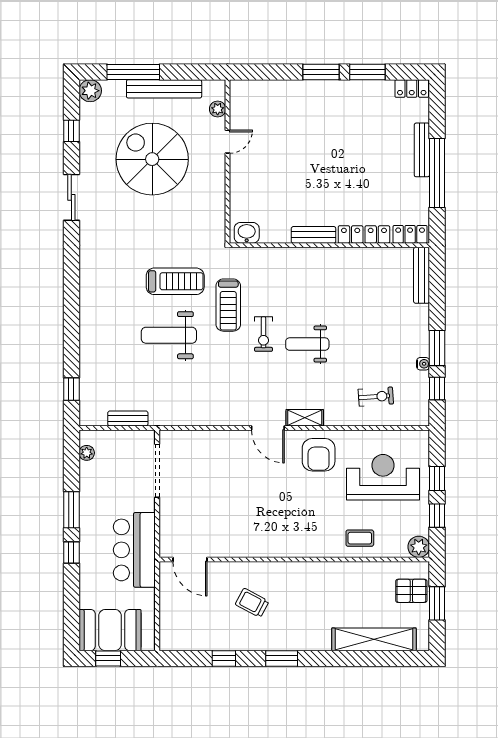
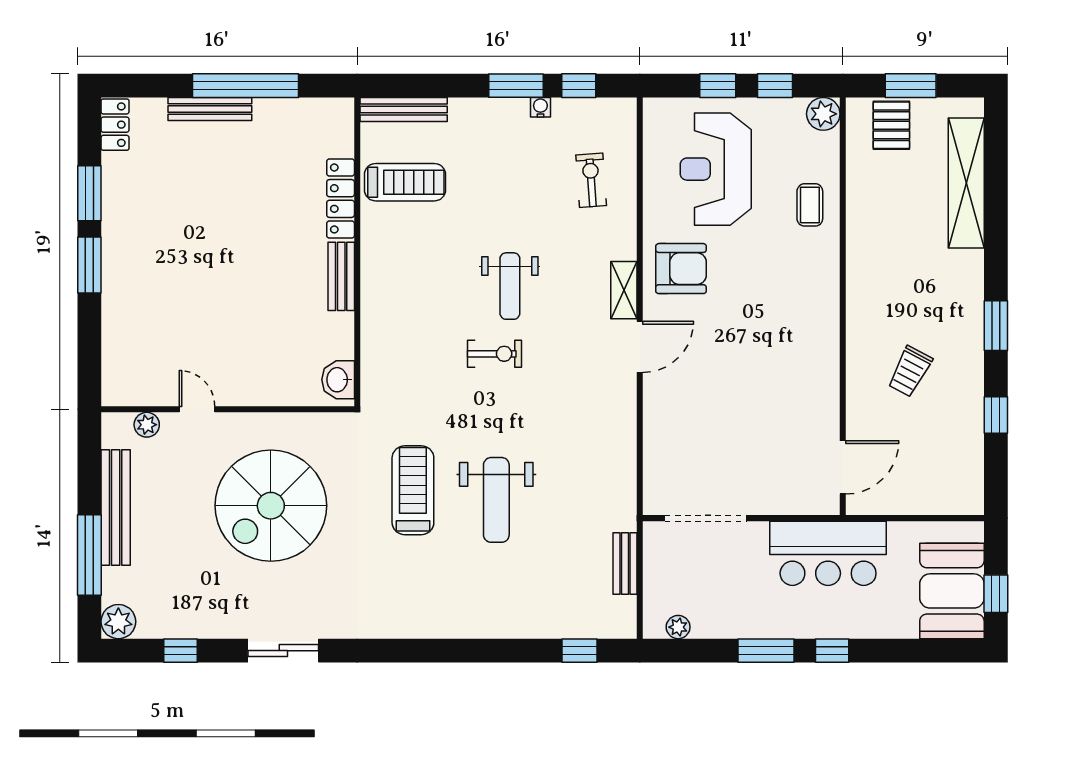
spiral stairs: (152, 159) -> (271, 506), moved
locker: (410, 234) -> (340, 127), removed
treadmill: (228, 305) -> (405, 182), moved

